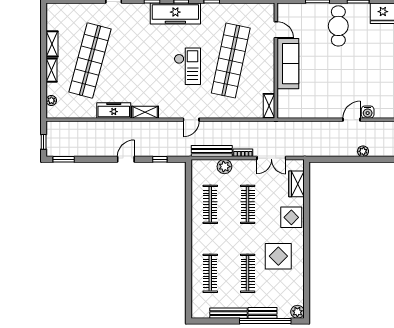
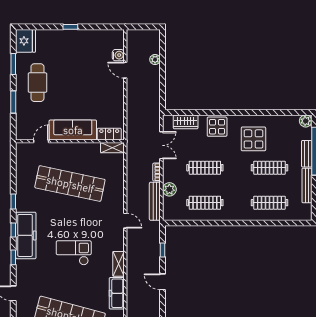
cafe table: (338, 26) -> (37, 83), turned 90
checkout: (187, 66) -> (74, 253), moved
locker: (283, 102) -> (109, 134), added

